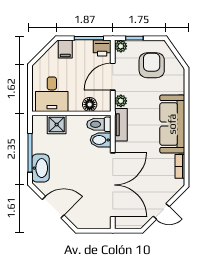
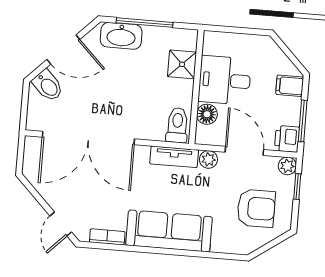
desk: (52, 94) -> (225, 80), moved
bidet: (101, 140) -> (48, 86), moved, turned 135
door: (53, 207) -> (63, 49), hinge flipped
door: (161, 211) -> (61, 224), moved

